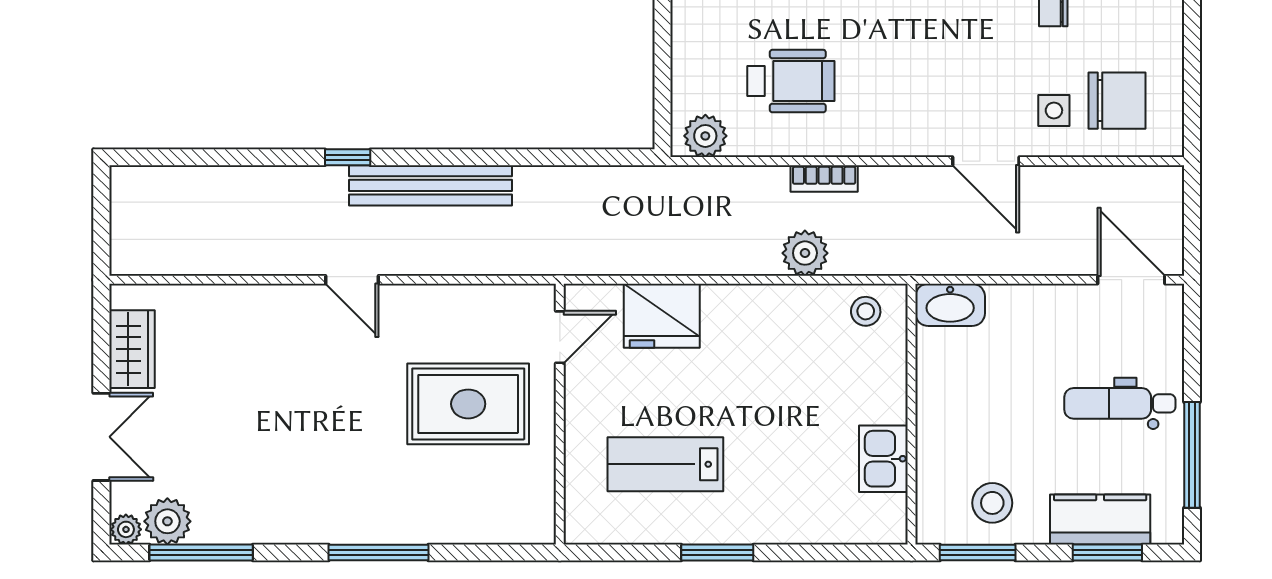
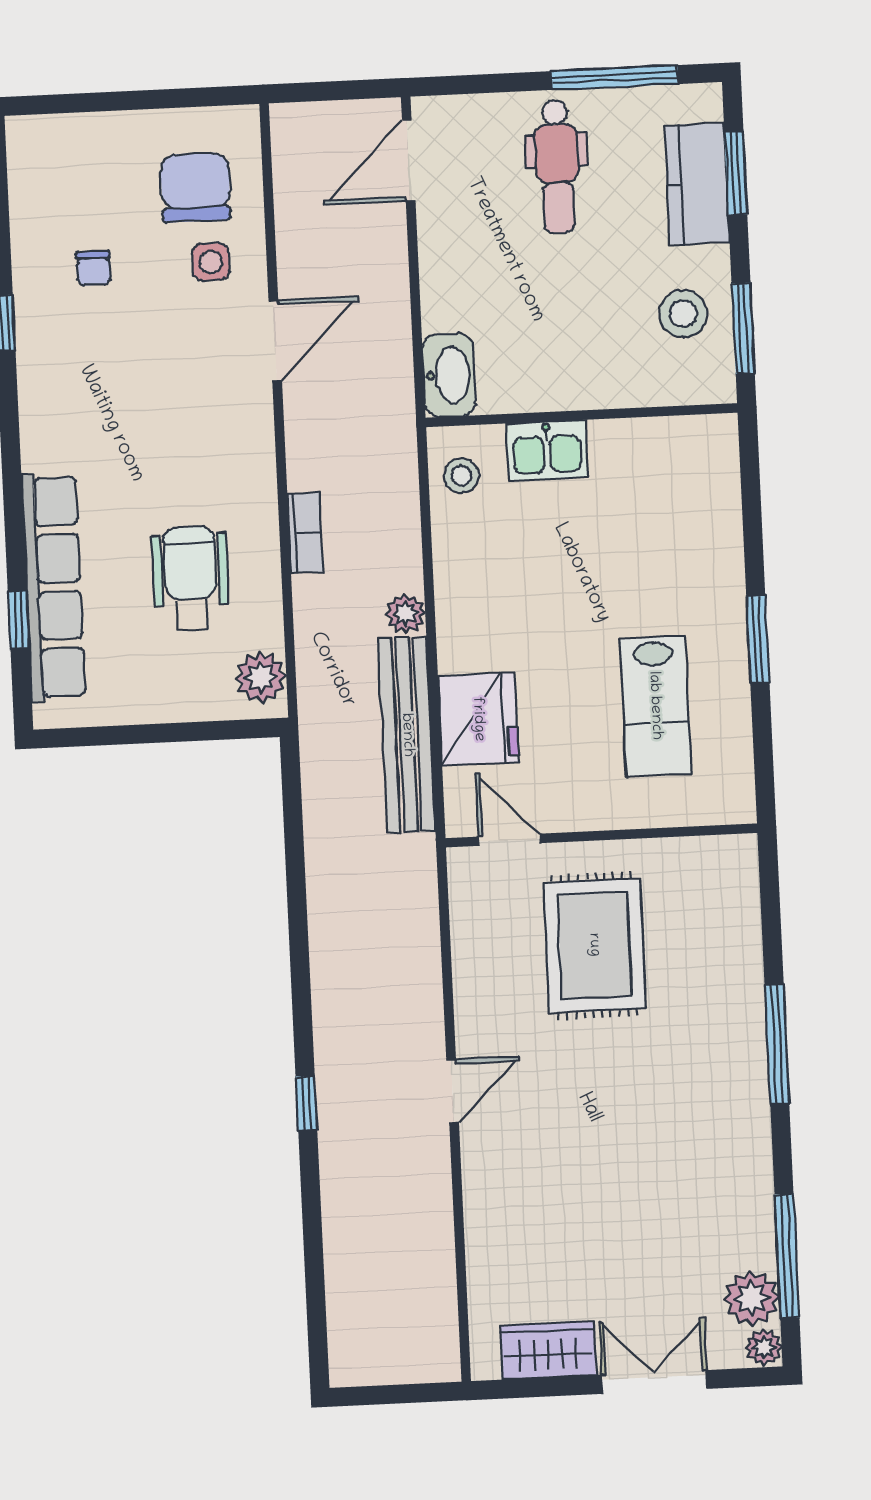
bench: (430, 185) -> (407, 735), moved
plant: (805, 253) -> (406, 614), moved, width x0.73, depth x0.73
kitchen sink: (883, 459) -> (547, 450), moved

